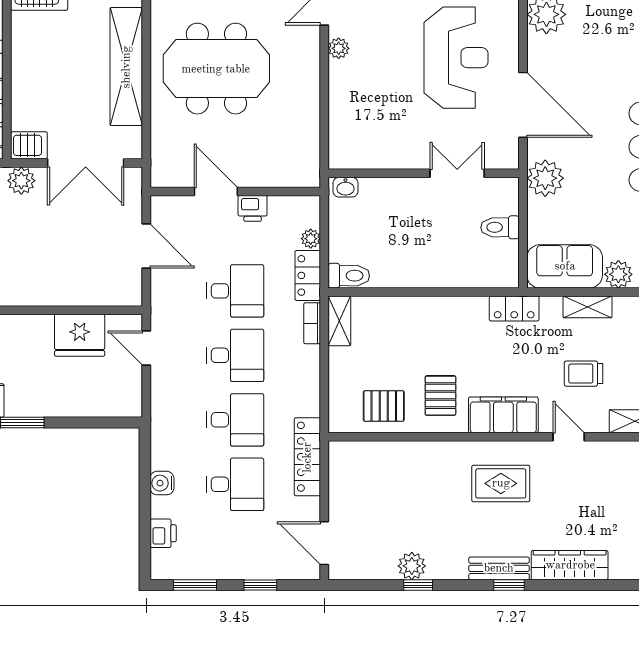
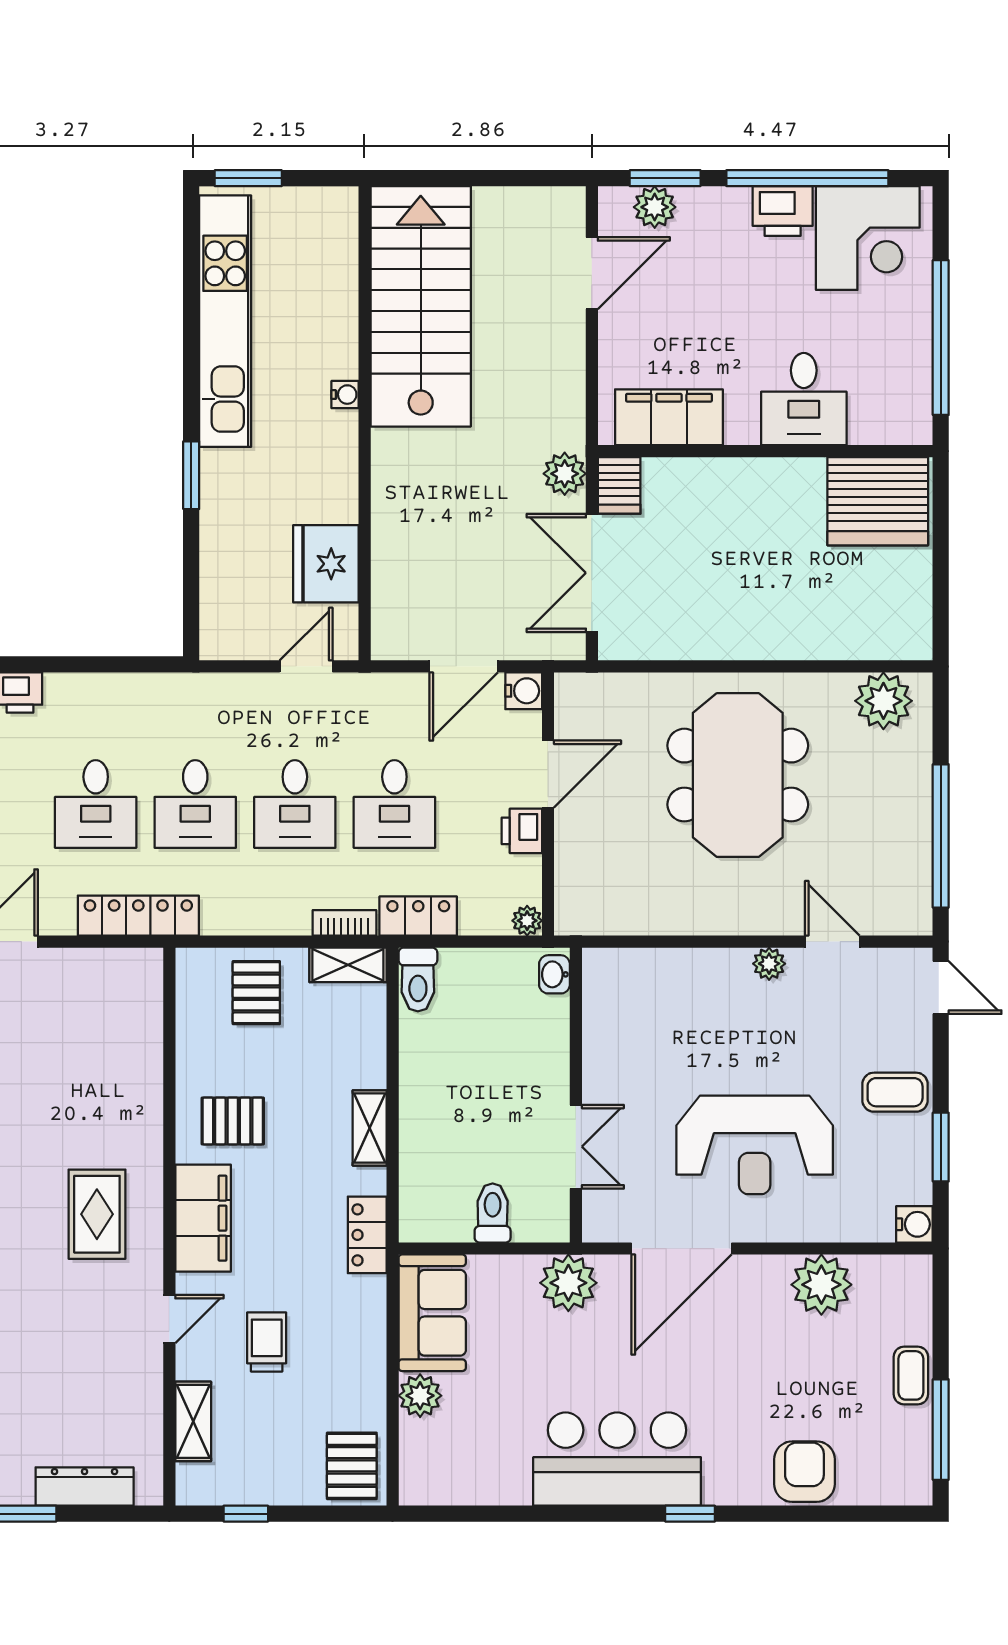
shelving: (126, 67) -> (741, 636), removed
plant: (311, 239) -> (527, 921), moved
shelving: (588, 307) -> (370, 1128), moved
pallet: (384, 406) -> (256, 993), moved
water cooler: (162, 483) -> (524, 691), moved, turned 90

